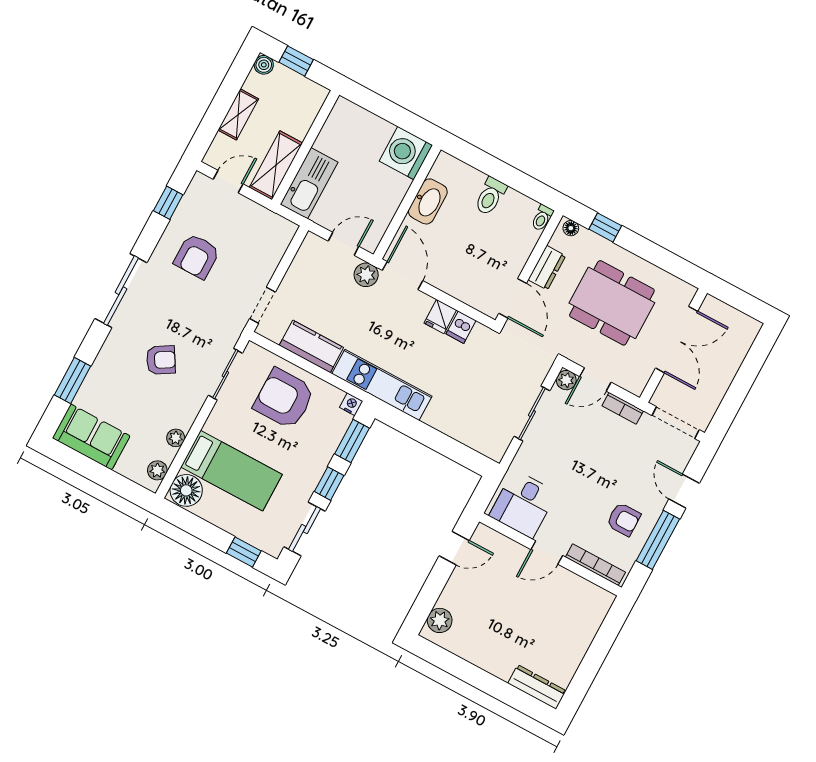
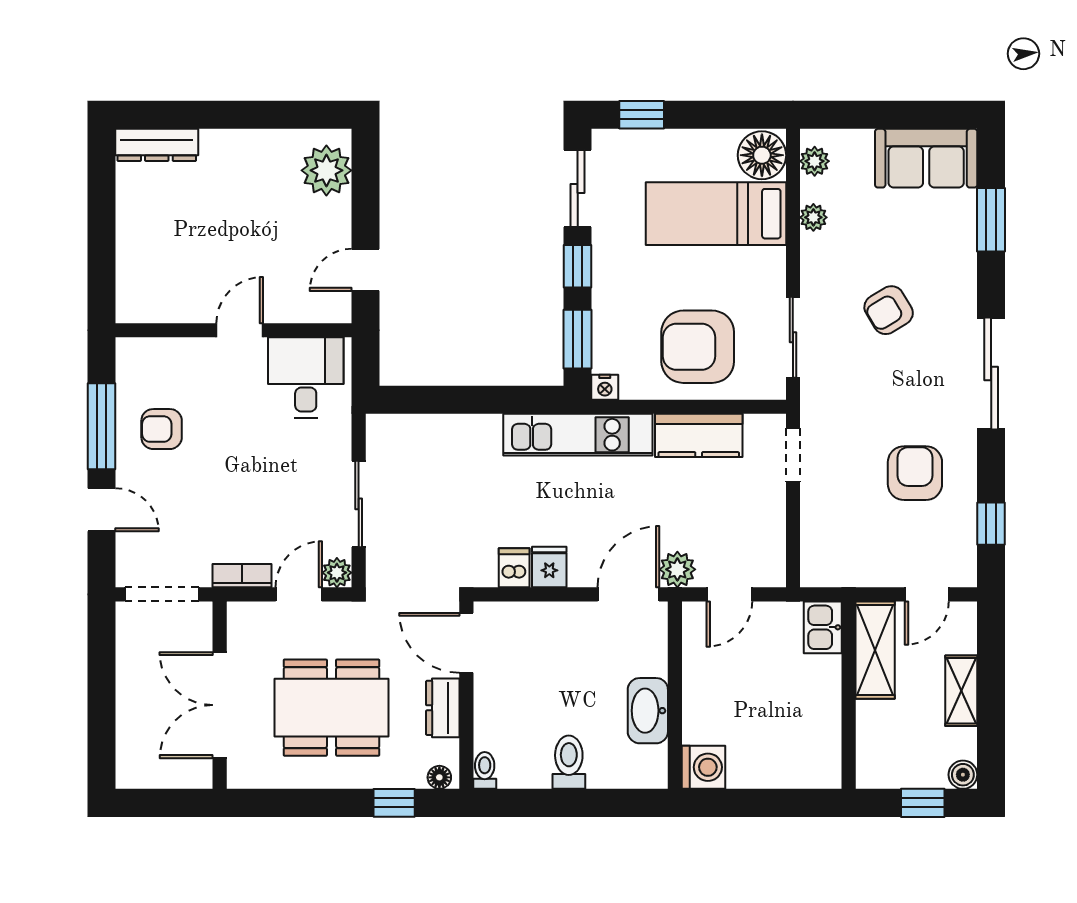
washing machine: (406, 153) -> (704, 767), width x0.73, depth x0.73
kitchen sink: (309, 183) -> (823, 627), width x0.53, depth x0.81
door: (403, 276) -> (628, 594), swing flipped
armchair: (284, 399) -> (698, 347), turned 180
bookcase: (595, 565) -> (167, 349), removed
plant: (440, 620) -> (326, 170), width x1.36, depth x1.36

